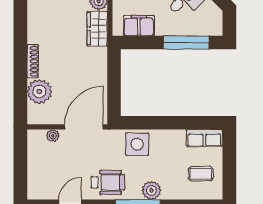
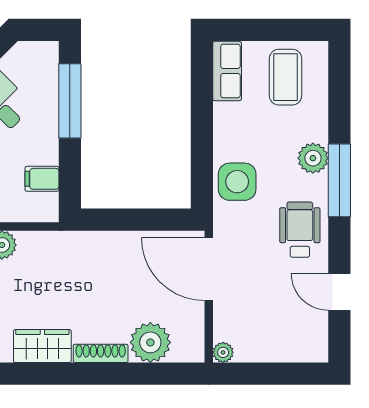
filing cabinet: (139, 26) -> (42, 179), width x0.50
wardrobe: (97, 29) -> (42, 346), moved, turned 180
plant: (53, 136) -> (223, 352), moved
coffee table: (201, 174) -> (286, 77), width x1.36, depth x1.30

